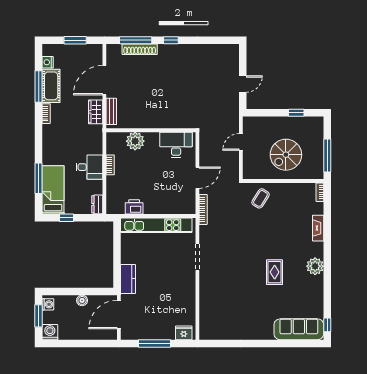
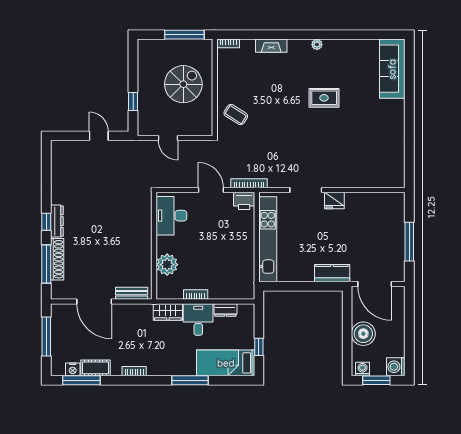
window: (75, 40) -> (46, 336), width x1.44
dresser: (172, 49) -> (57, 221), added
window: (39, 86) -> (81, 380), moved
cot: (51, 86) -> (96, 368), width x0.73, depth x0.75
wardrobe: (96, 112) -> (168, 312), moved
window: (296, 113) -> (133, 101), moved
spiral stairs: (286, 155) -> (183, 84), turned -90
window: (39, 178) -> (190, 380), moved
dresser: (97, 204) -> (225, 310), moved
printer: (134, 207) -> (244, 201), moved, turned -90
plant: (315, 266) -> (317, 44), width x0.53, depth x0.53
boiler: (82, 300) -> (363, 334), width x1.86, depth x1.86
window: (327, 325) -> (387, 35), removed
fridge: (184, 333) -> (334, 201), moved, turned -90

